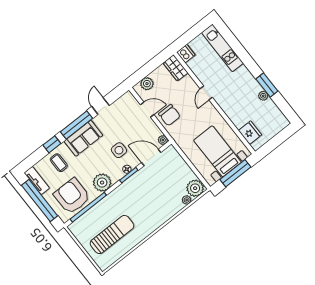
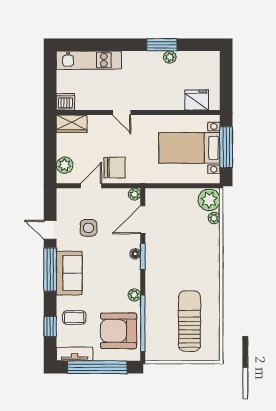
window: (52, 144) -> (50, 326), moved
side table: (119, 150) -> (88, 228), moved
plant: (102, 183) -> (134, 295), width x0.53, depth x0.53

